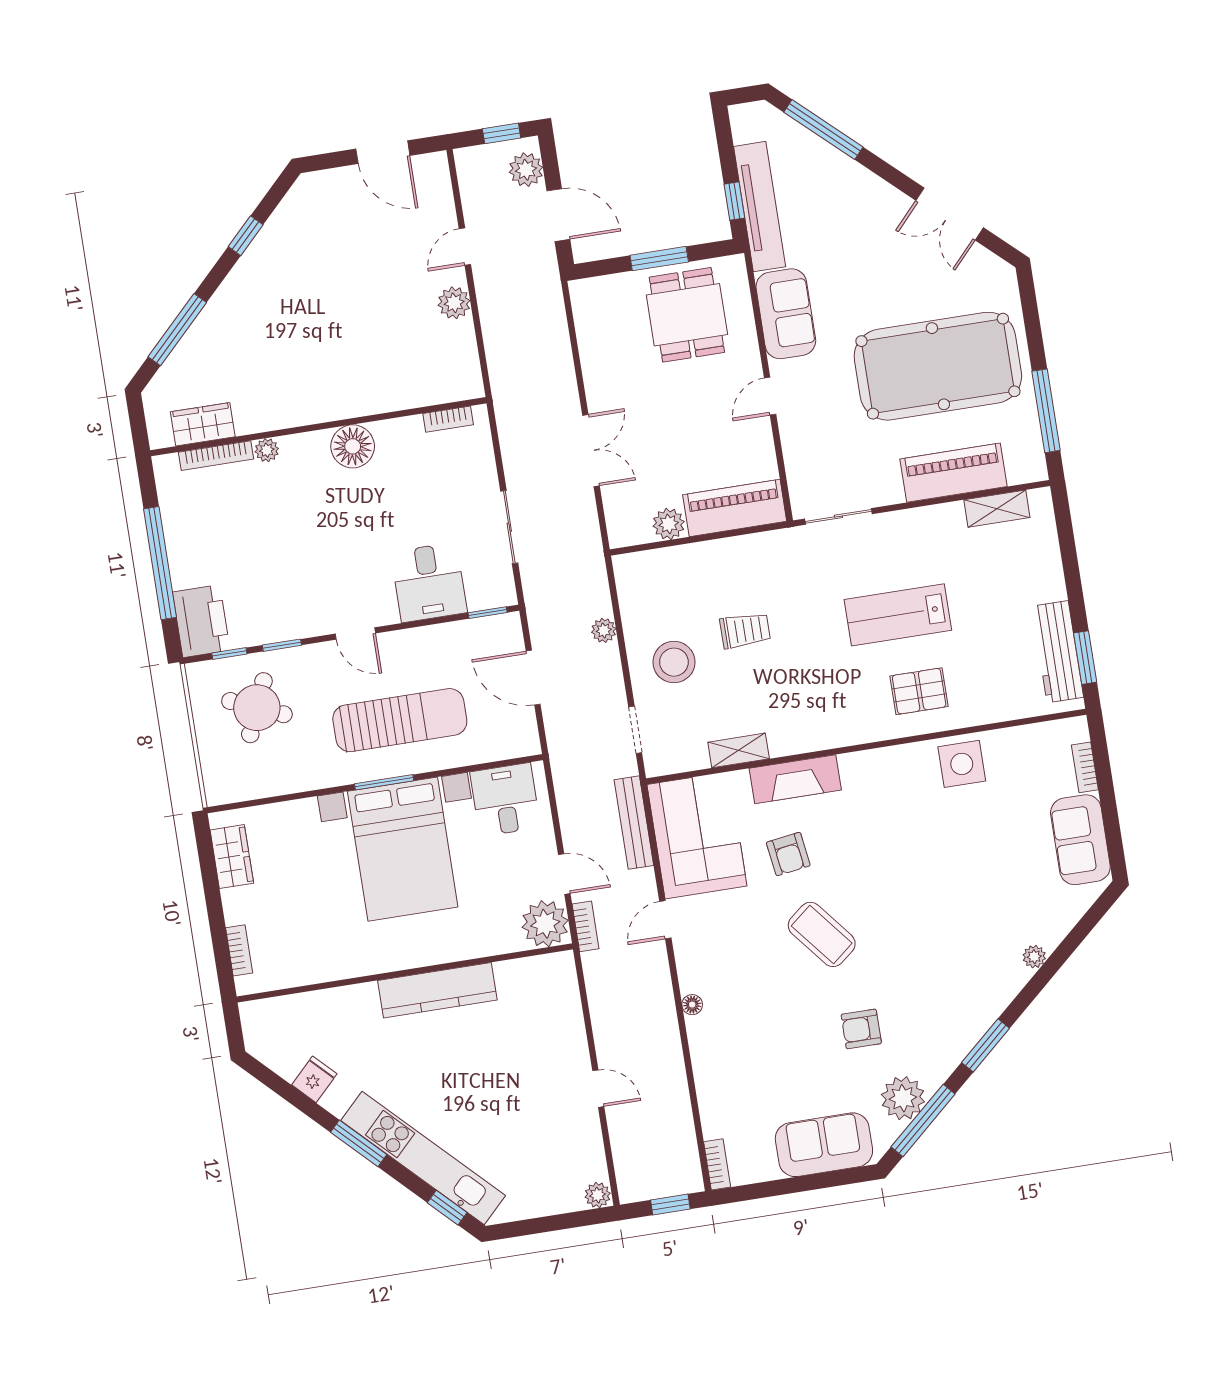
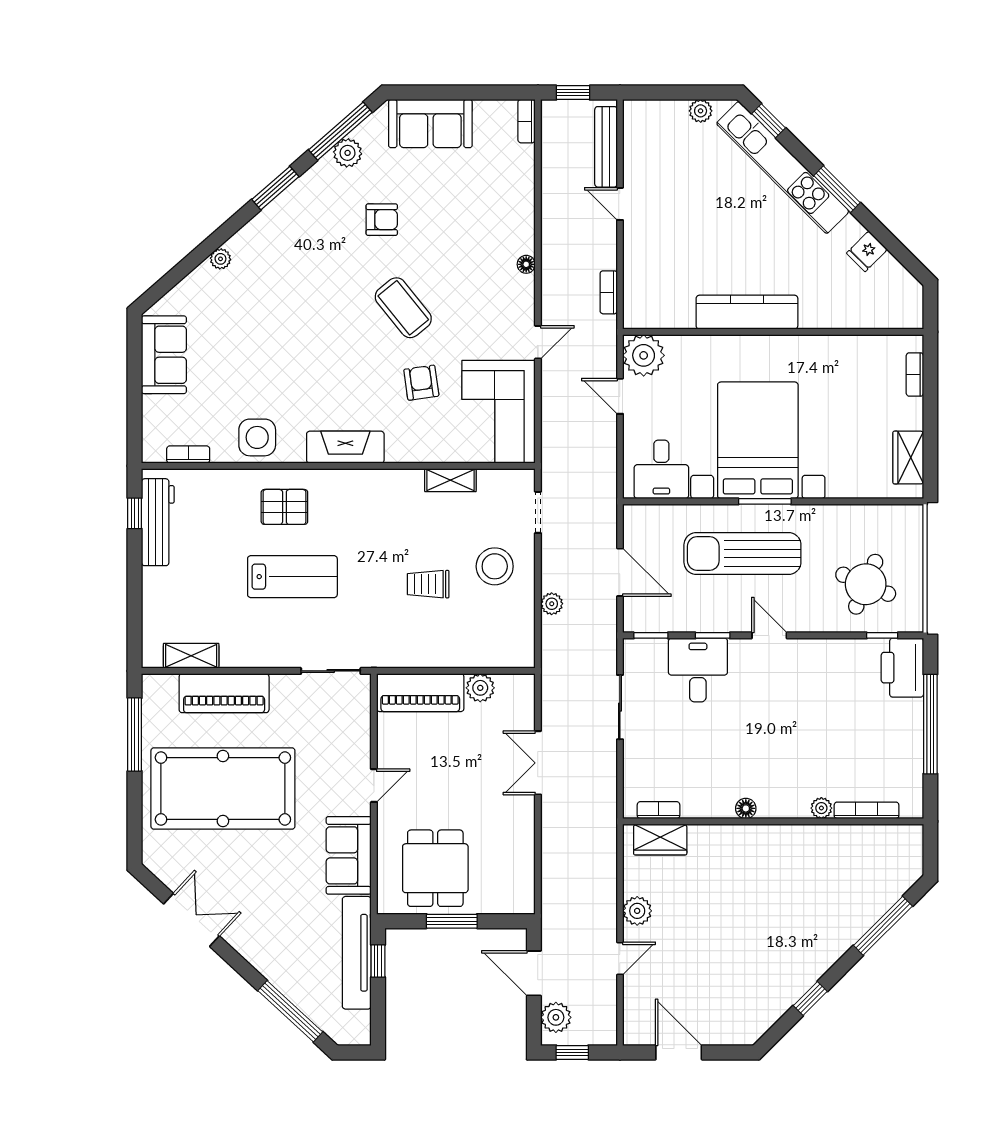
wardrobe: (203, 424) -> (660, 840), moved
floor lamp: (353, 446) -> (746, 808), width x0.53, depth x0.53
window: (282, 645) -> (713, 635), moved
window: (1085, 658) -> (135, 513), width x0.67
bookcase: (1085, 767) -> (188, 454), moved, turned -90
fireplace: (795, 779) -> (345, 447), moved
bench: (634, 823) -> (606, 147), moved
bookcase: (585, 926) -> (609, 292), moved
plant: (903, 1098) -> (348, 153), width x0.73, depth x0.73
plant: (598, 1195) -> (701, 111), moved

